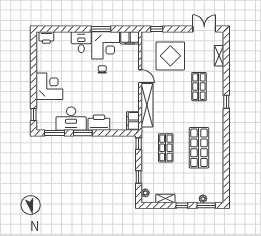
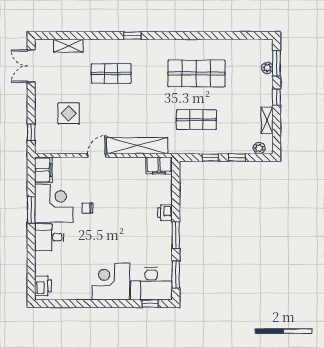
display table: (170, 56) -> (69, 113), width x0.54, depth x0.54
desk: (71, 119) -> (151, 284), moved, turned 90
printer: (99, 123) -> (165, 213), width x0.53, depth x0.68
window: (139, 144) -> (210, 158), moved

